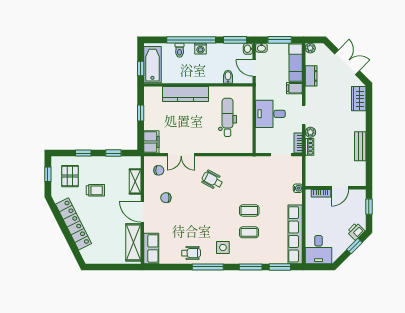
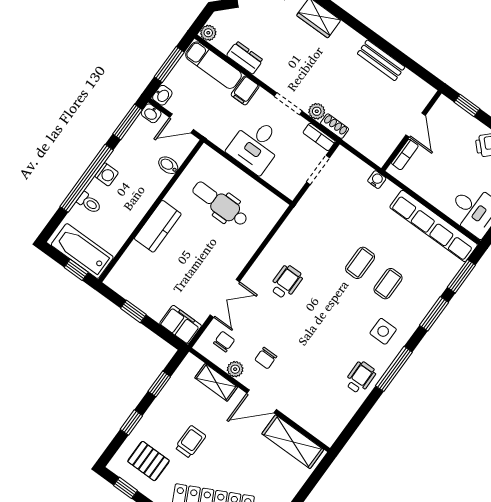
kitchen counter: (185, 94) -> (158, 226), width x0.67
wheelchair: (212, 180) -> (286, 282), turned 152
plant: (149, 186) -> (235, 369), added
row of seats: (151, 248) -> (317, 424), removed

